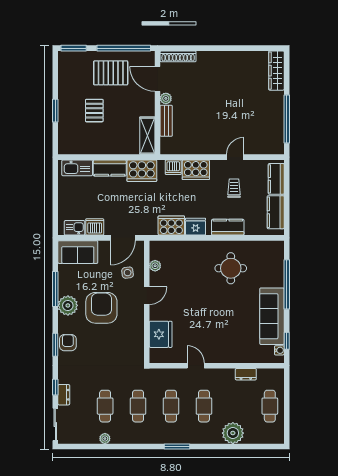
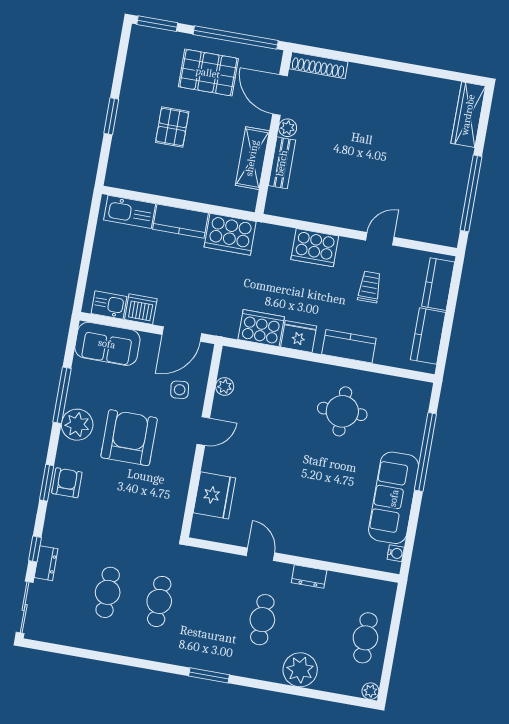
shelving: (147, 136) -> (252, 158), moved
dishwasher: (173, 167) -> (280, 238), removed
window: (287, 341) -> (410, 540), removed
dresser: (246, 374) -> (309, 577), moved
cafe table: (171, 406) -> (211, 611), removed
plant: (105, 439) -> (370, 691), moved

